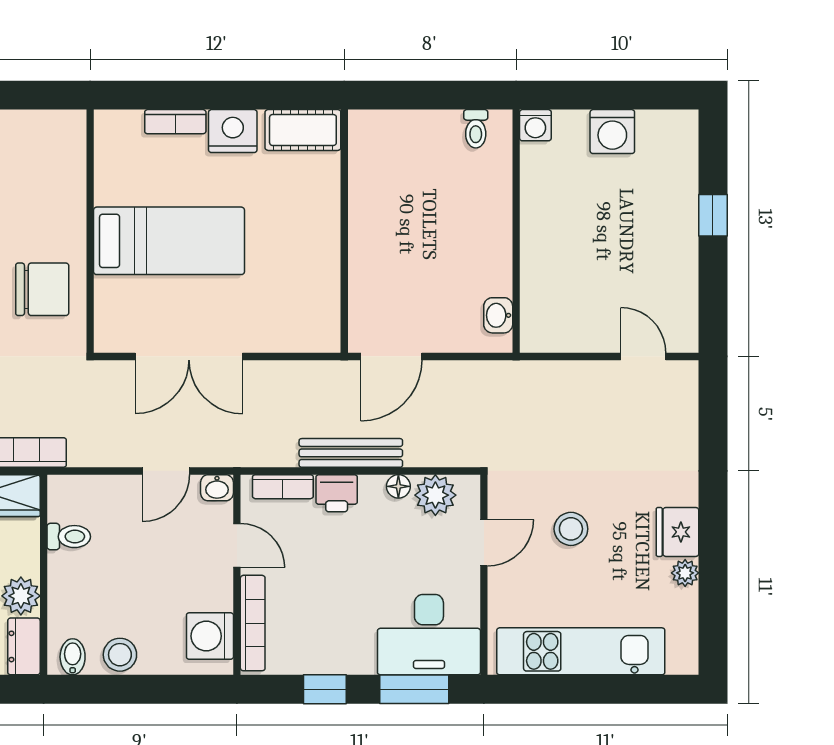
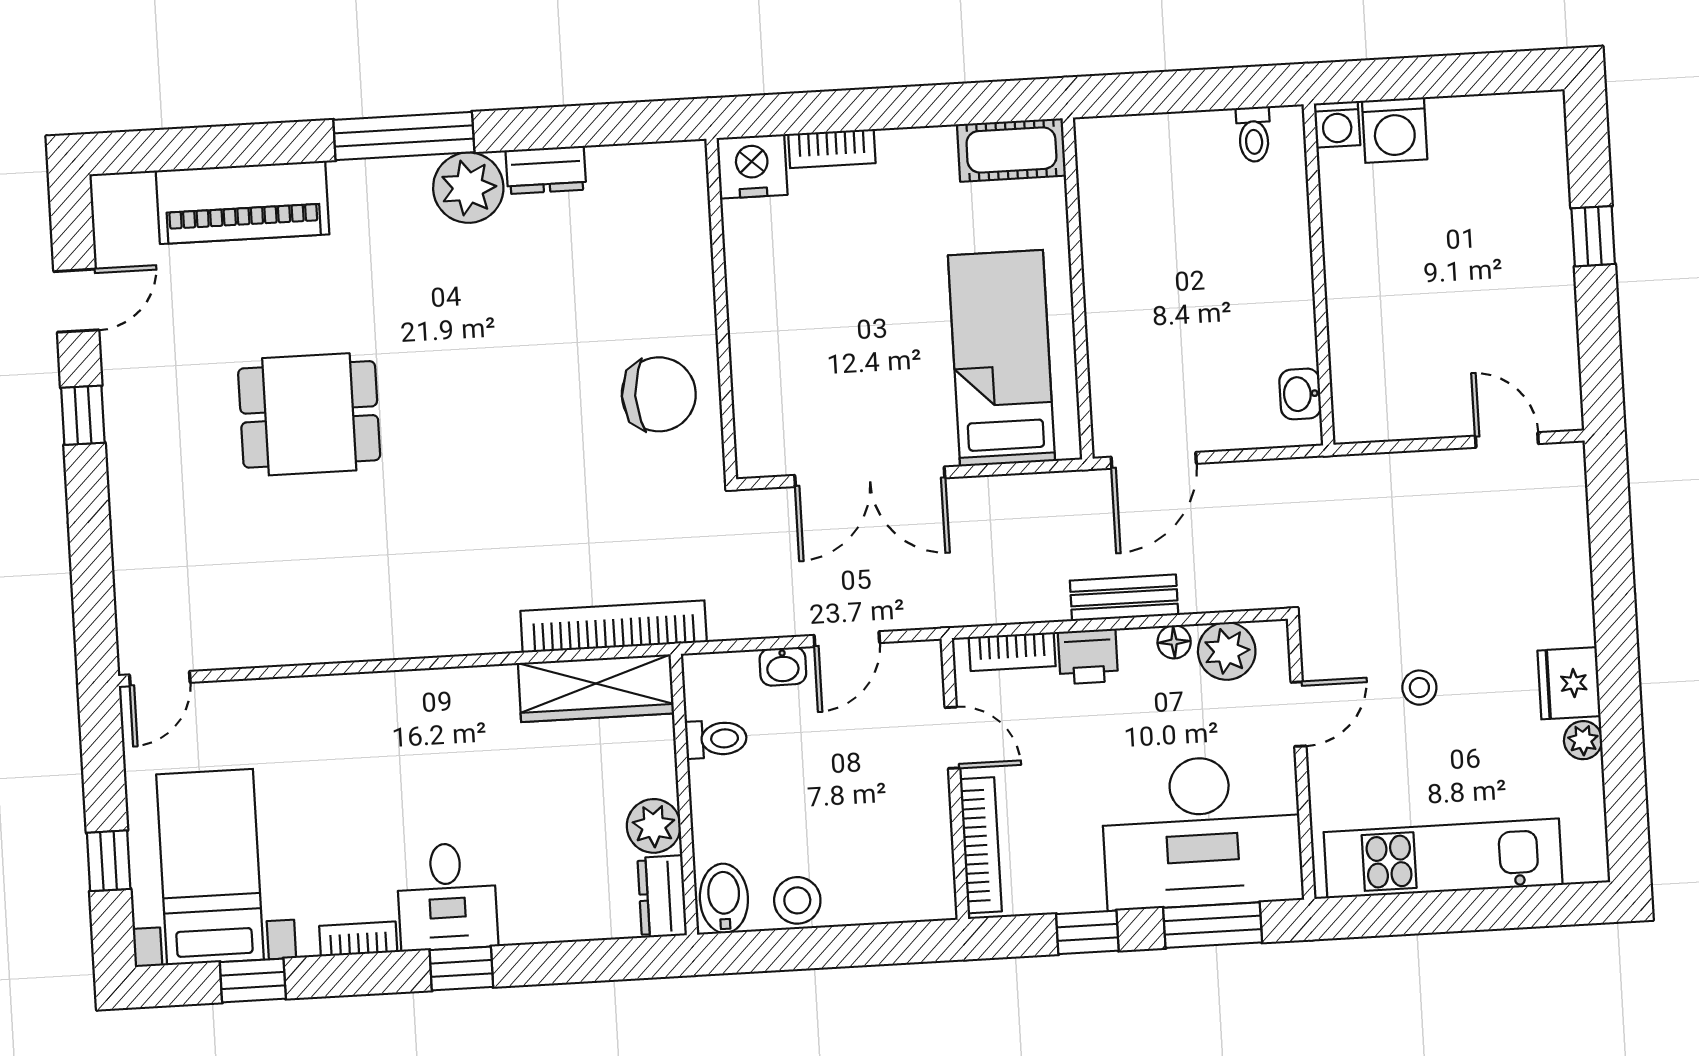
nightstand: (233, 131) -> (752, 166), moved
washing machine: (612, 132) -> (1395, 130), moved
bed: (169, 241) -> (1001, 358), moved, turned -90
bench: (351, 453) -> (1124, 598), width x0.73
washbasin: (217, 488) -> (783, 666), moved
stool: (571, 529) -> (1419, 688), width x0.73, depth x0.73
desk: (429, 635) -> (1202, 832), width x1.36, depth x1.30
washing machine: (210, 636) -> (922, 867), removed
bidet: (73, 657) -> (724, 898), width x1.38, depth x1.36

